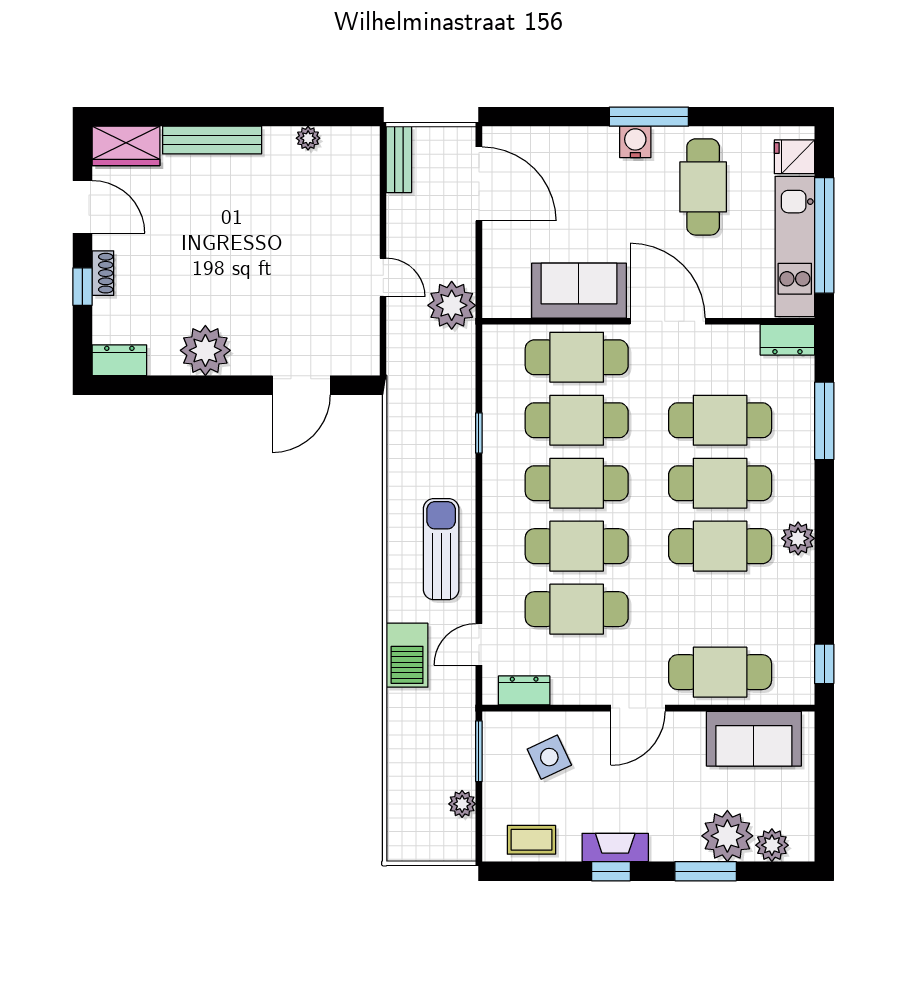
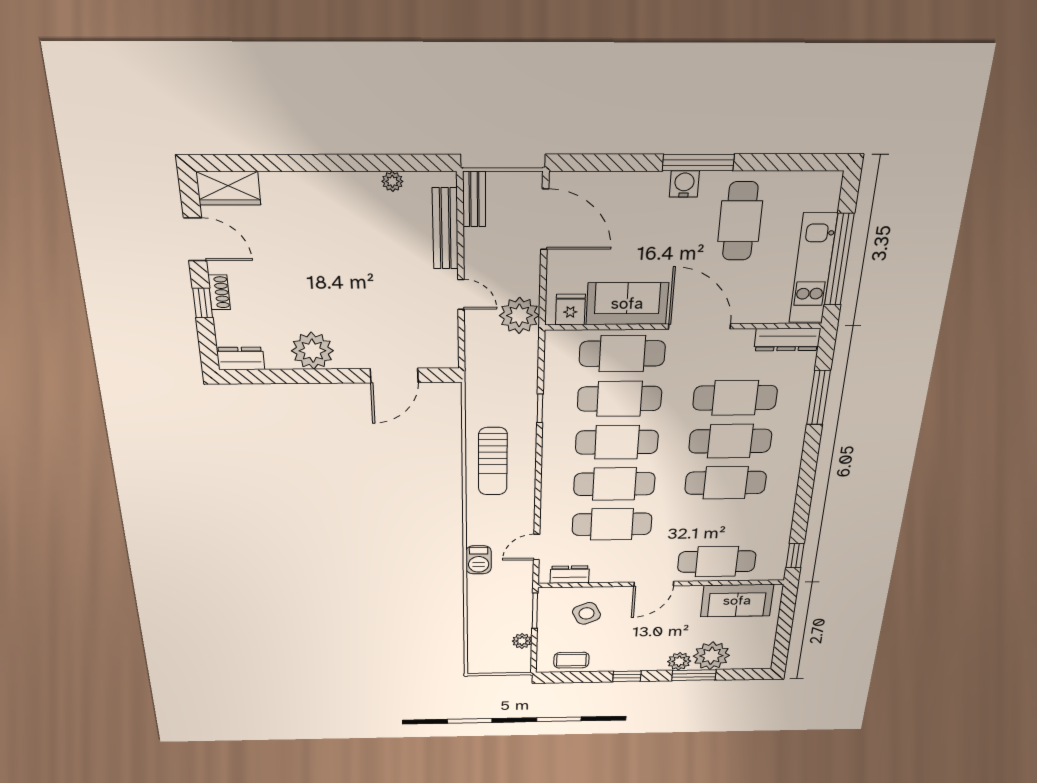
bench: (212, 140) -> (445, 229), moved, turned 90
fridge: (794, 157) -> (570, 310), moved, turned 90
dresser: (787, 340) -> (787, 340), width x1.44
plant: (798, 538) -> (786, 477), removed
sun lounger: (441, 549) -> (493, 461), moved, turned 180
barbecue: (407, 655) -> (479, 560), width x0.73, depth x0.79
plant: (772, 845) -> (679, 661), moved
fireplace: (615, 847) -> (631, 663), removed

